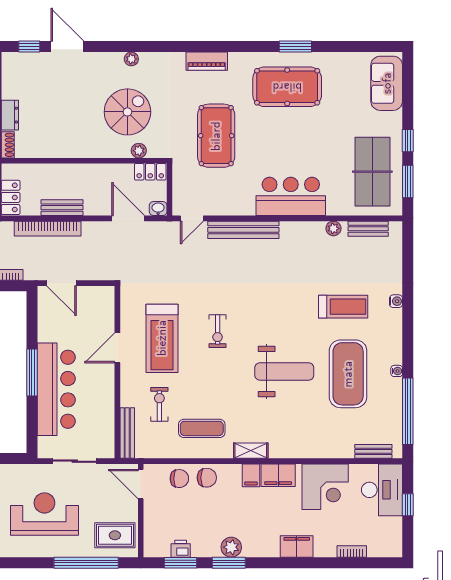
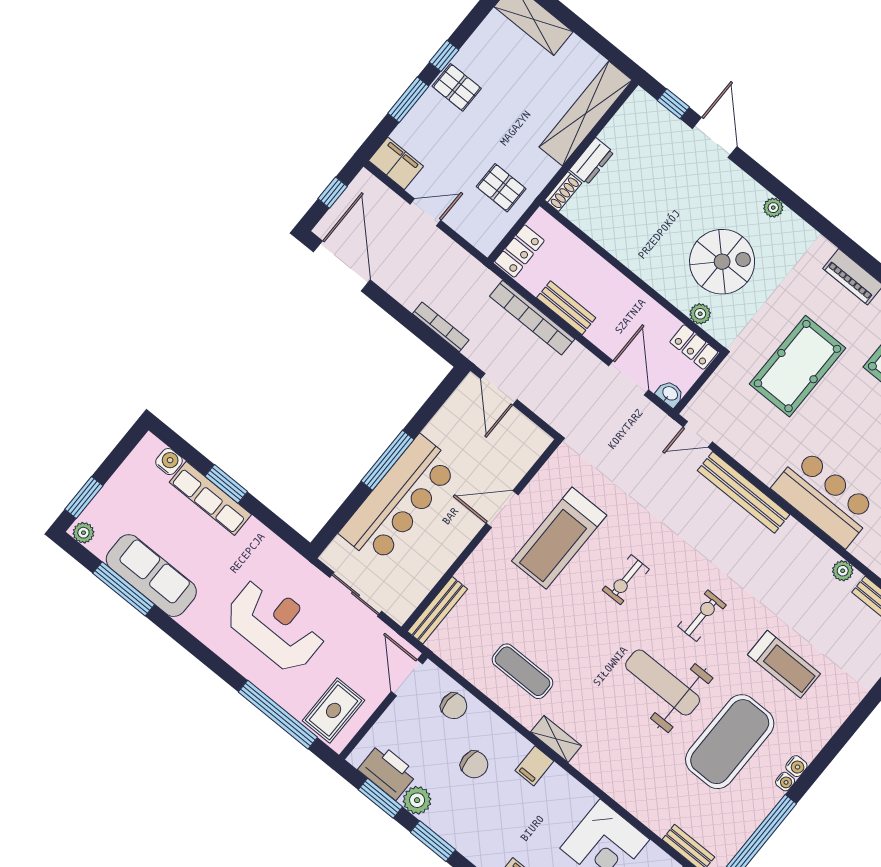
water cooler: (396, 301) -> (796, 766), moved
weight bench: (284, 371) -> (663, 683), turned 180
exercise bike: (159, 404) -> (702, 616), moved
filing cabinet: (278, 475) -> (564, 790), removed
chair: (207, 478) -> (474, 764), moved
rug: (115, 535) -> (334, 710), turned 90
plant: (231, 547) -> (417, 800), moved
printer: (181, 549) -> (388, 772), width x1.87, depth x1.48

